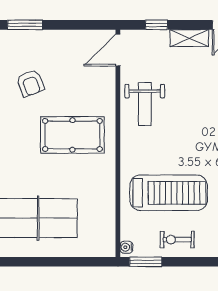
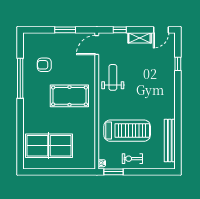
window: (25, 25) -> (65, 30), moved
armchair: (30, 83) -> (44, 65), turned 111
weight bench: (145, 104) -> (113, 77), turned 180

